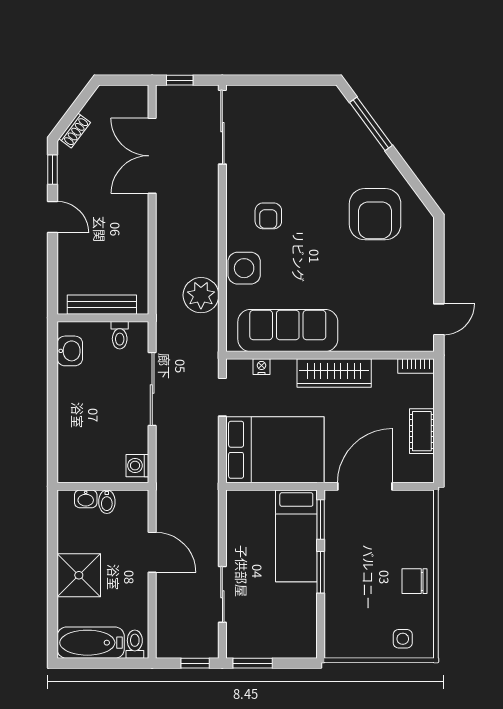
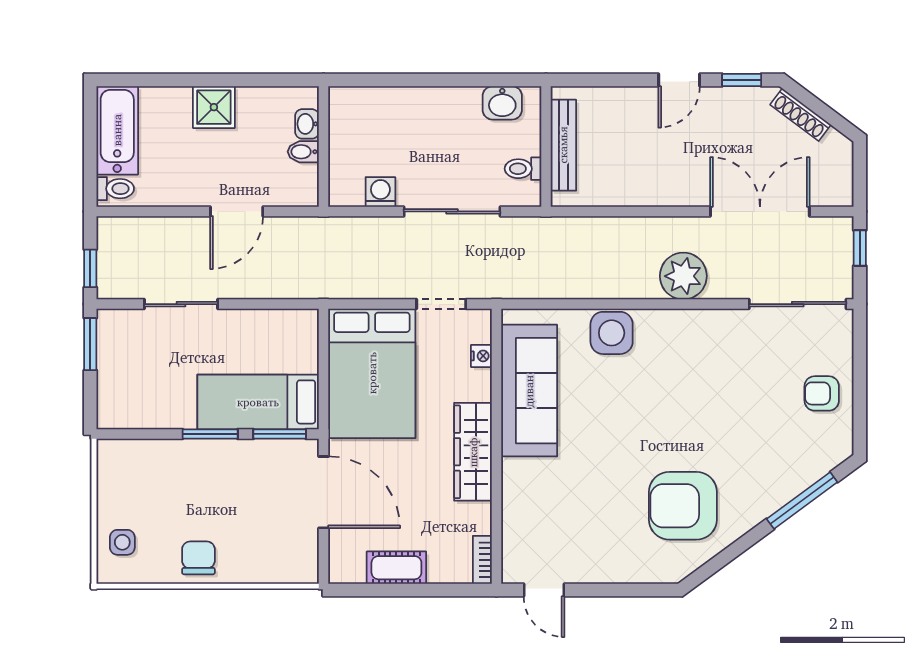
shoe rack: (75, 131) -> (801, 115), width x1.43
armchair: (268, 216) -> (822, 393), moved
plant: (201, 295) -> (683, 276), moved
washing machine: (137, 466) -> (380, 192), moved
shower: (79, 575) -> (214, 107), width x0.73, depth x0.73

